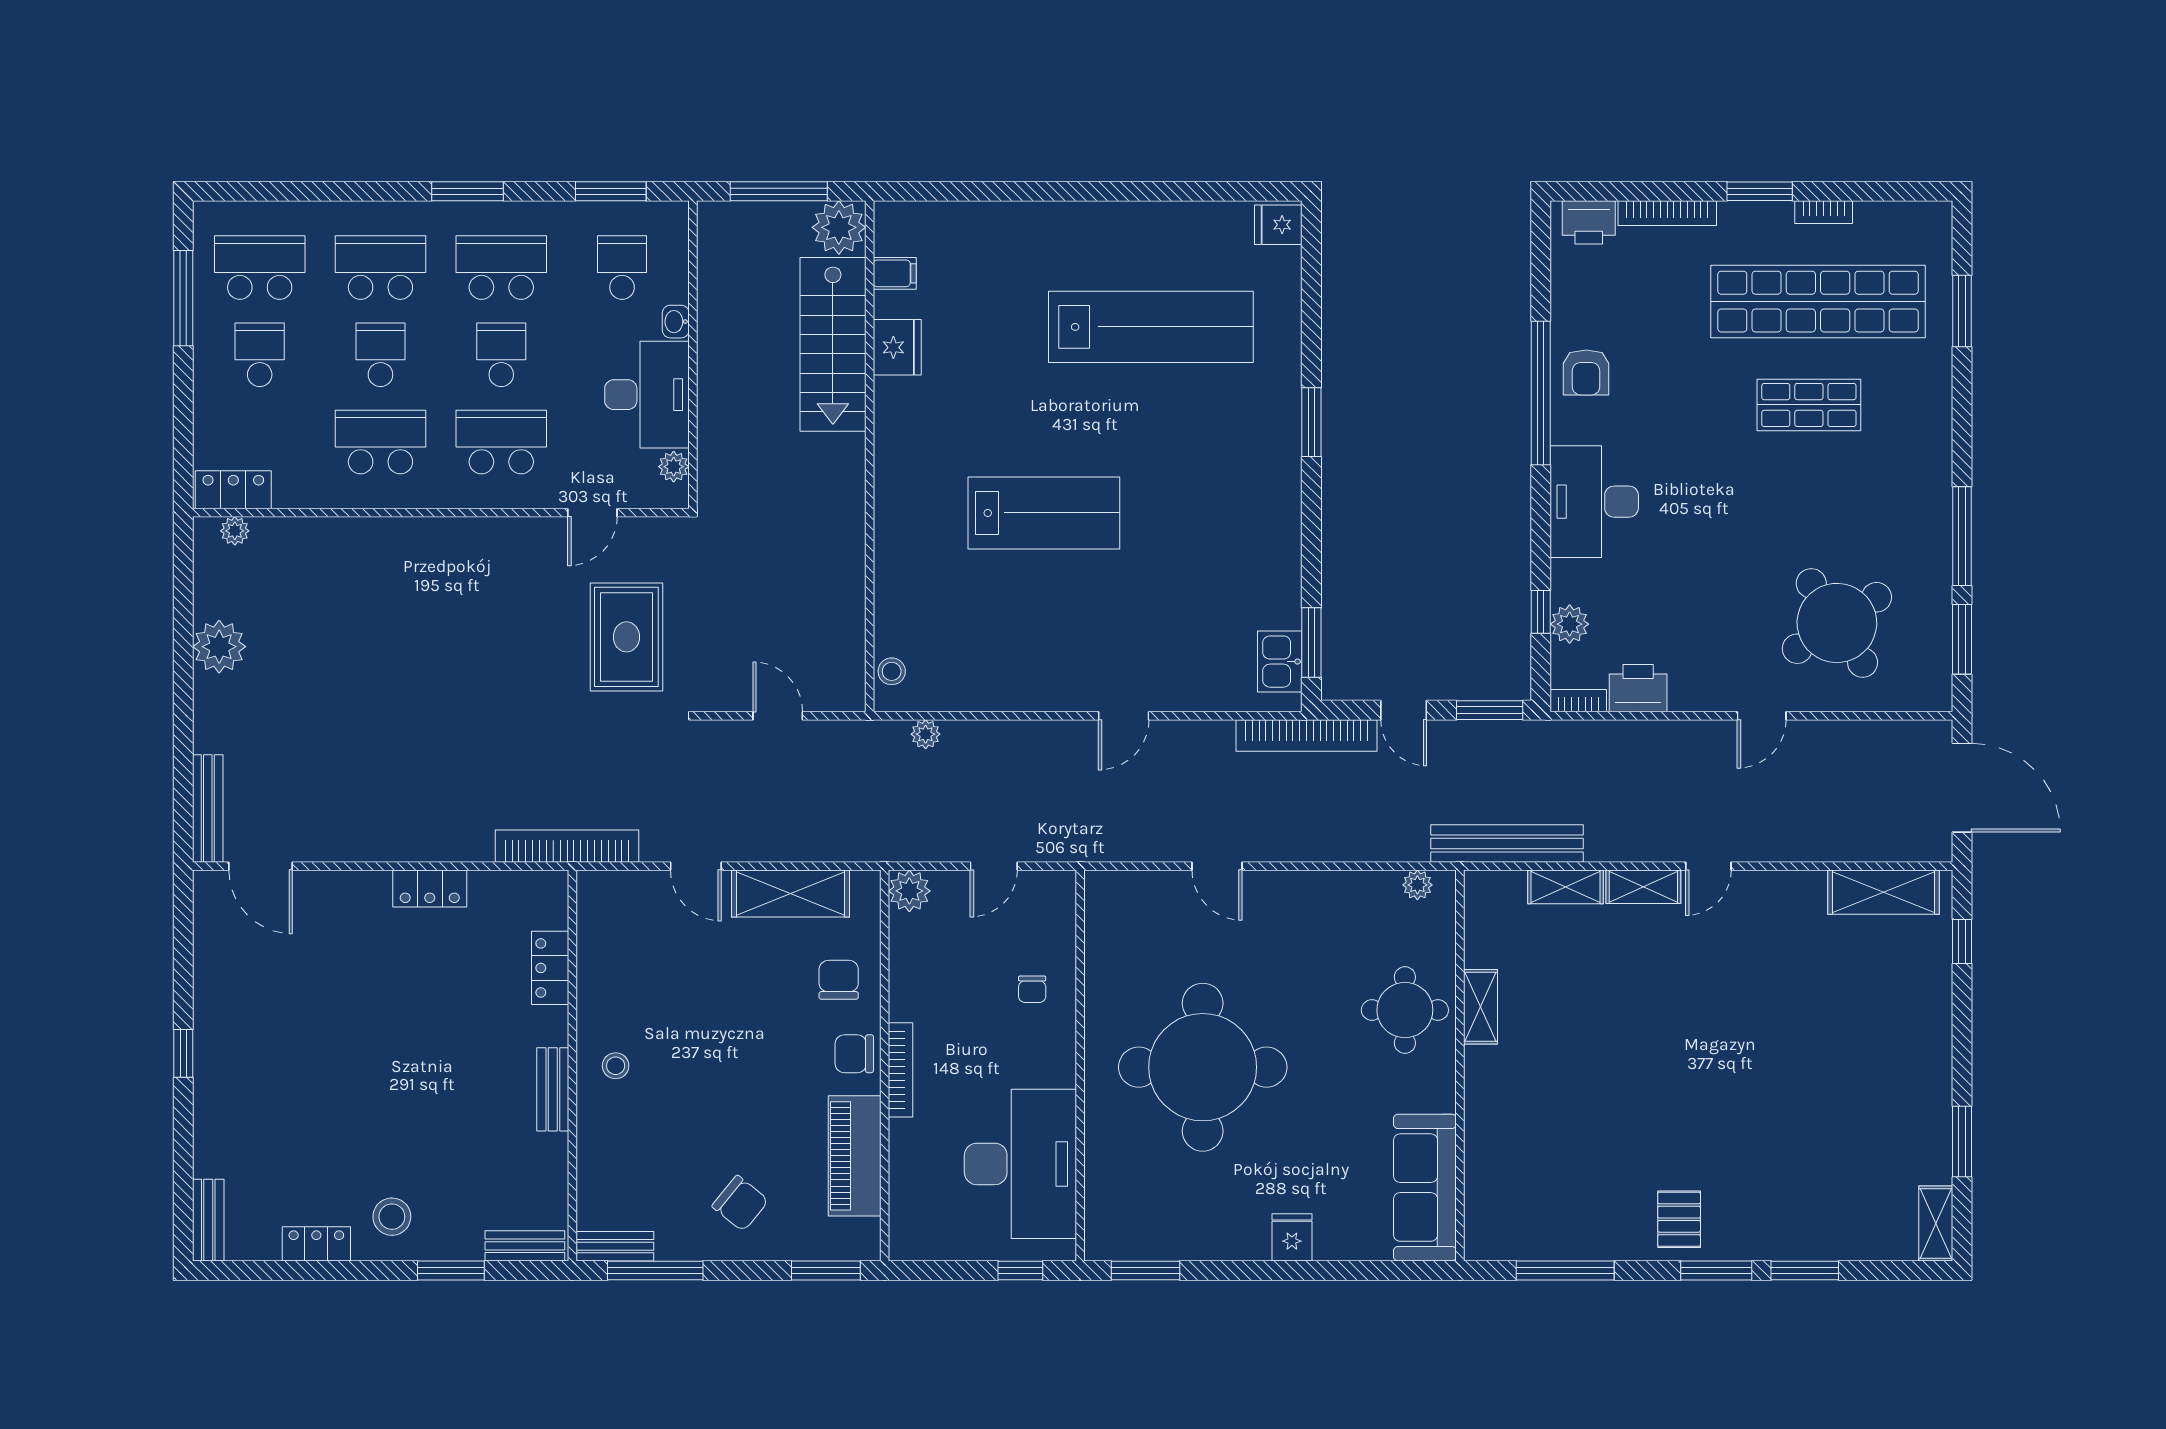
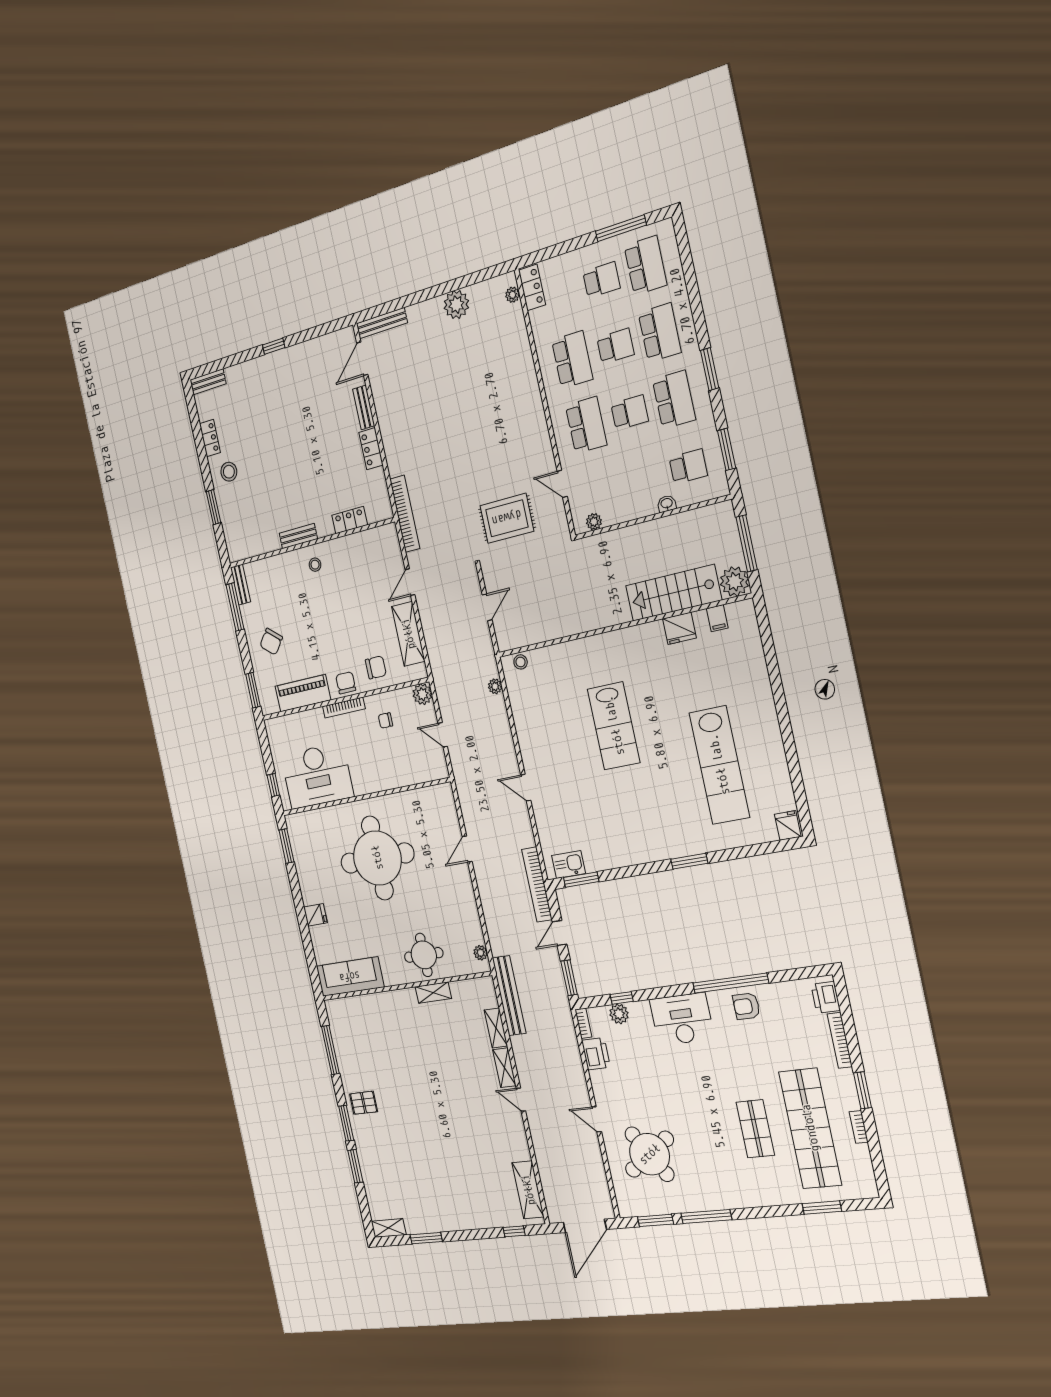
desk: (647, 395) -> (626, 498), removed
chair: (1032, 989) -> (385, 720), moved
bench: (525, 1246) -> (364, 407), moved

